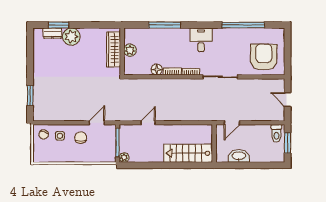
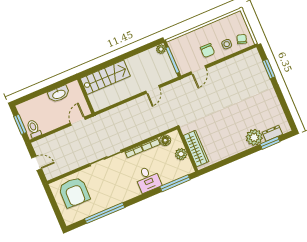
desk: (201, 40) -> (148, 179), moved
wardrobe: (114, 49) -> (196, 149), moved
plant: (130, 50) -> (181, 154), moved
wall: (122, 51) -> (188, 150), moved

